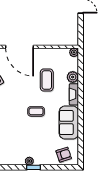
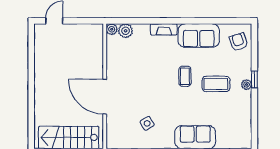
door: (20, 47) -> (105, 97), swing flipped
plant: (73, 77) -> (126, 31), moved
coffee table: (47, 80) -> (216, 84), moved

